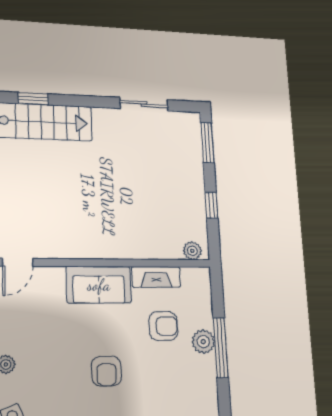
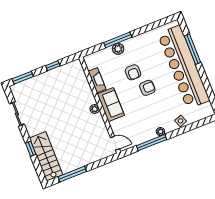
window: (33, 99) -> (31, 149), moved
plant: (192, 251) -> (95, 109), moved
armchair: (163, 326) -> (133, 72), moved, turned 180

